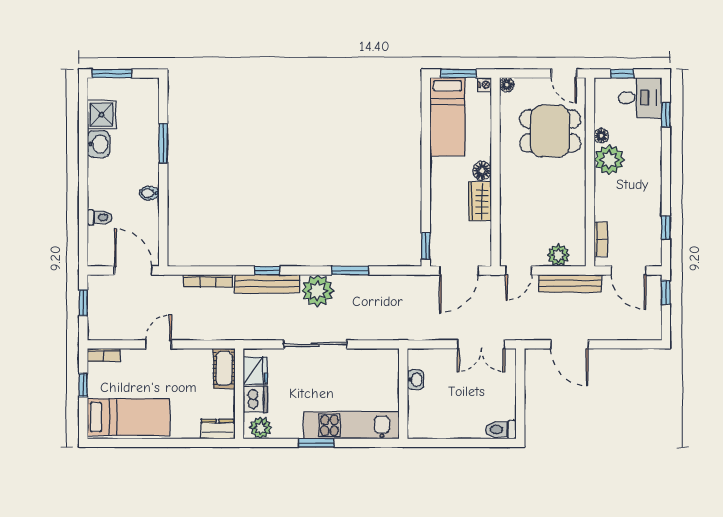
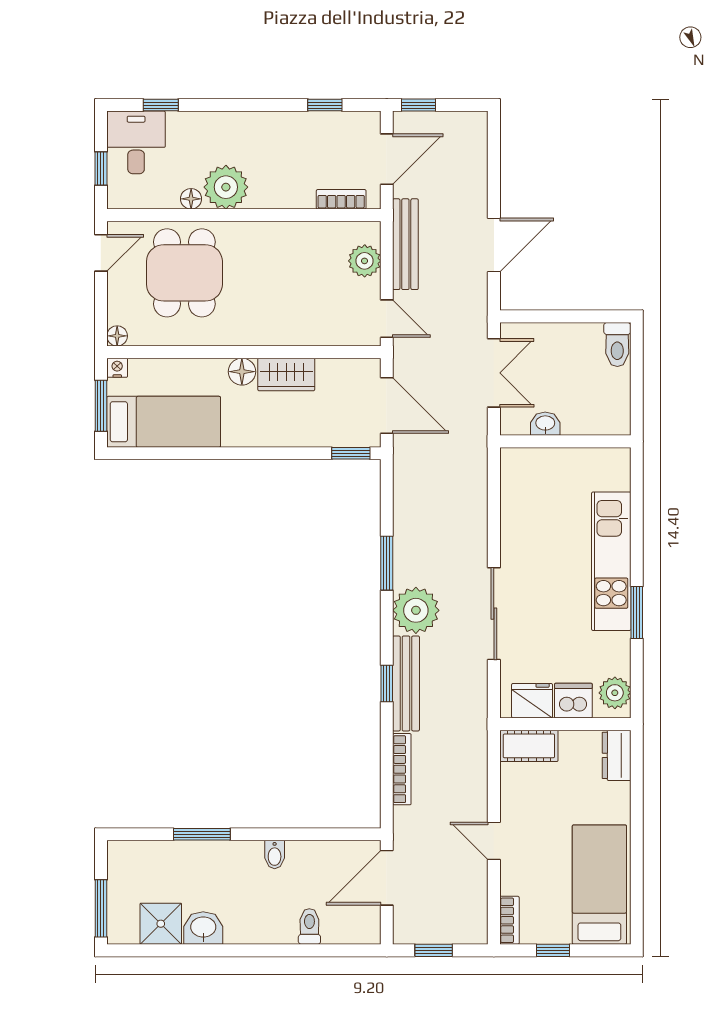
washbasin: (415, 380) -> (545, 424), moved
wall: (403, 394) -> (565, 441), moved

